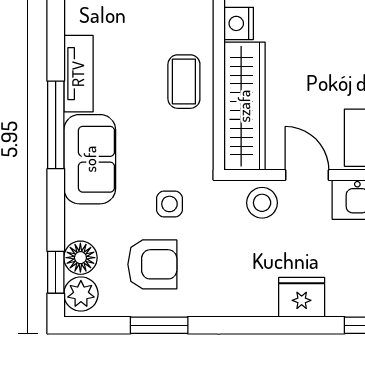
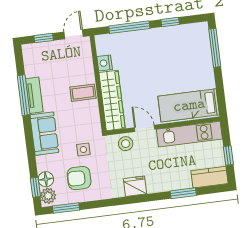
coffee table: (184, 82) -> (83, 93), turned 90
window: (56, 125) -> (24, 95), moved
armchair: (152, 264) -> (79, 178), turned 180
fridge: (302, 297) -> (135, 186), moved
window: (159, 325) -> (66, 208), moved

